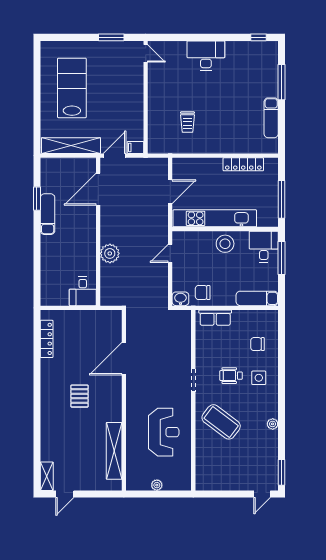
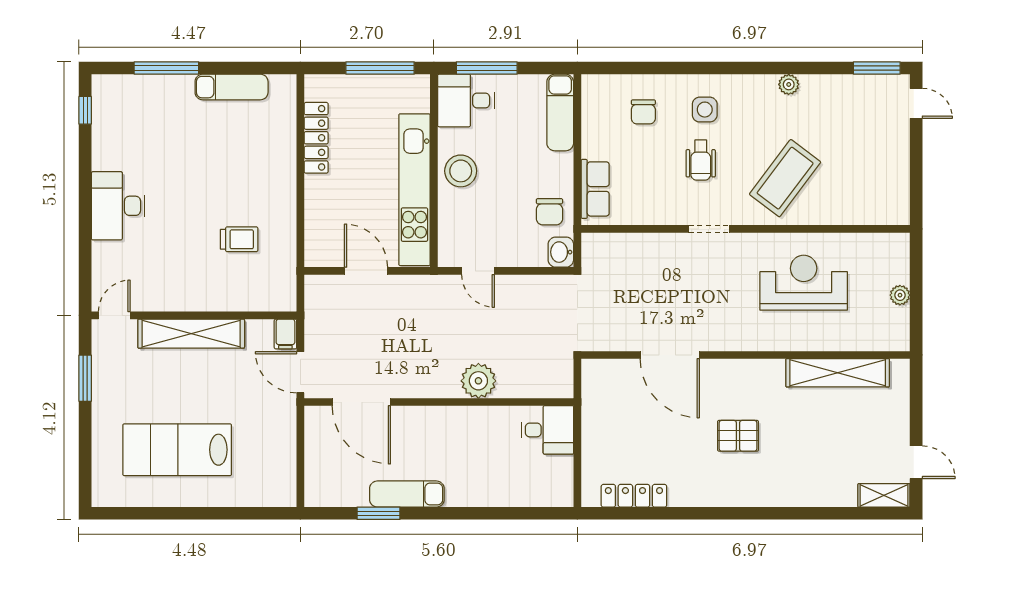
shelving: (71, 146) -> (191, 334), moved, turned 90

